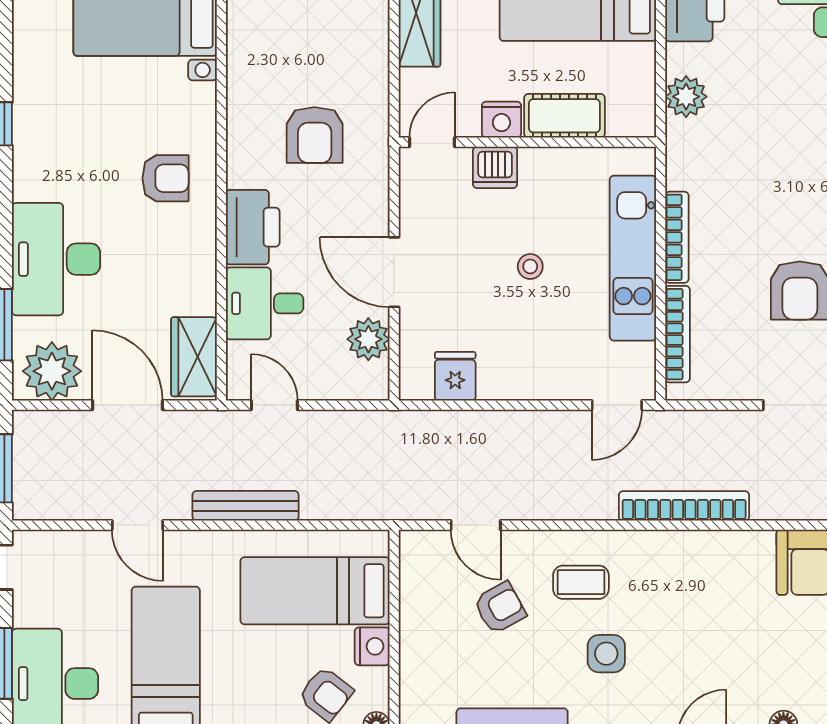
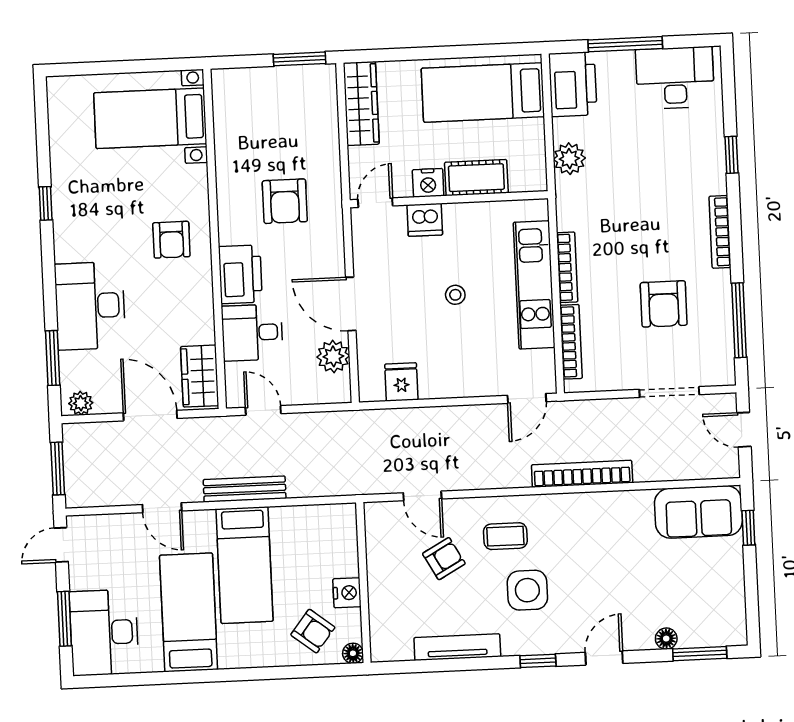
armchair: (165, 178) -> (171, 240), turned 90
plant: (52, 371) -> (81, 403), width x0.53, depth x0.53
bed: (315, 591) -> (244, 565), moved, turned -90
side table: (606, 654) -> (527, 590), width x1.37, depth x1.37

